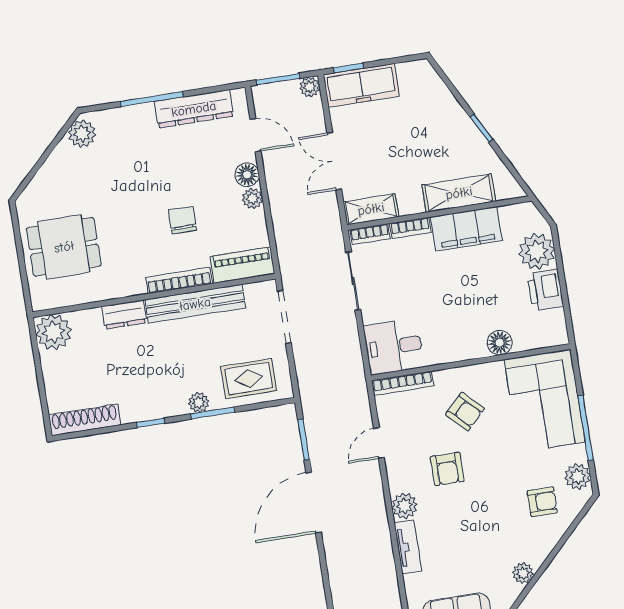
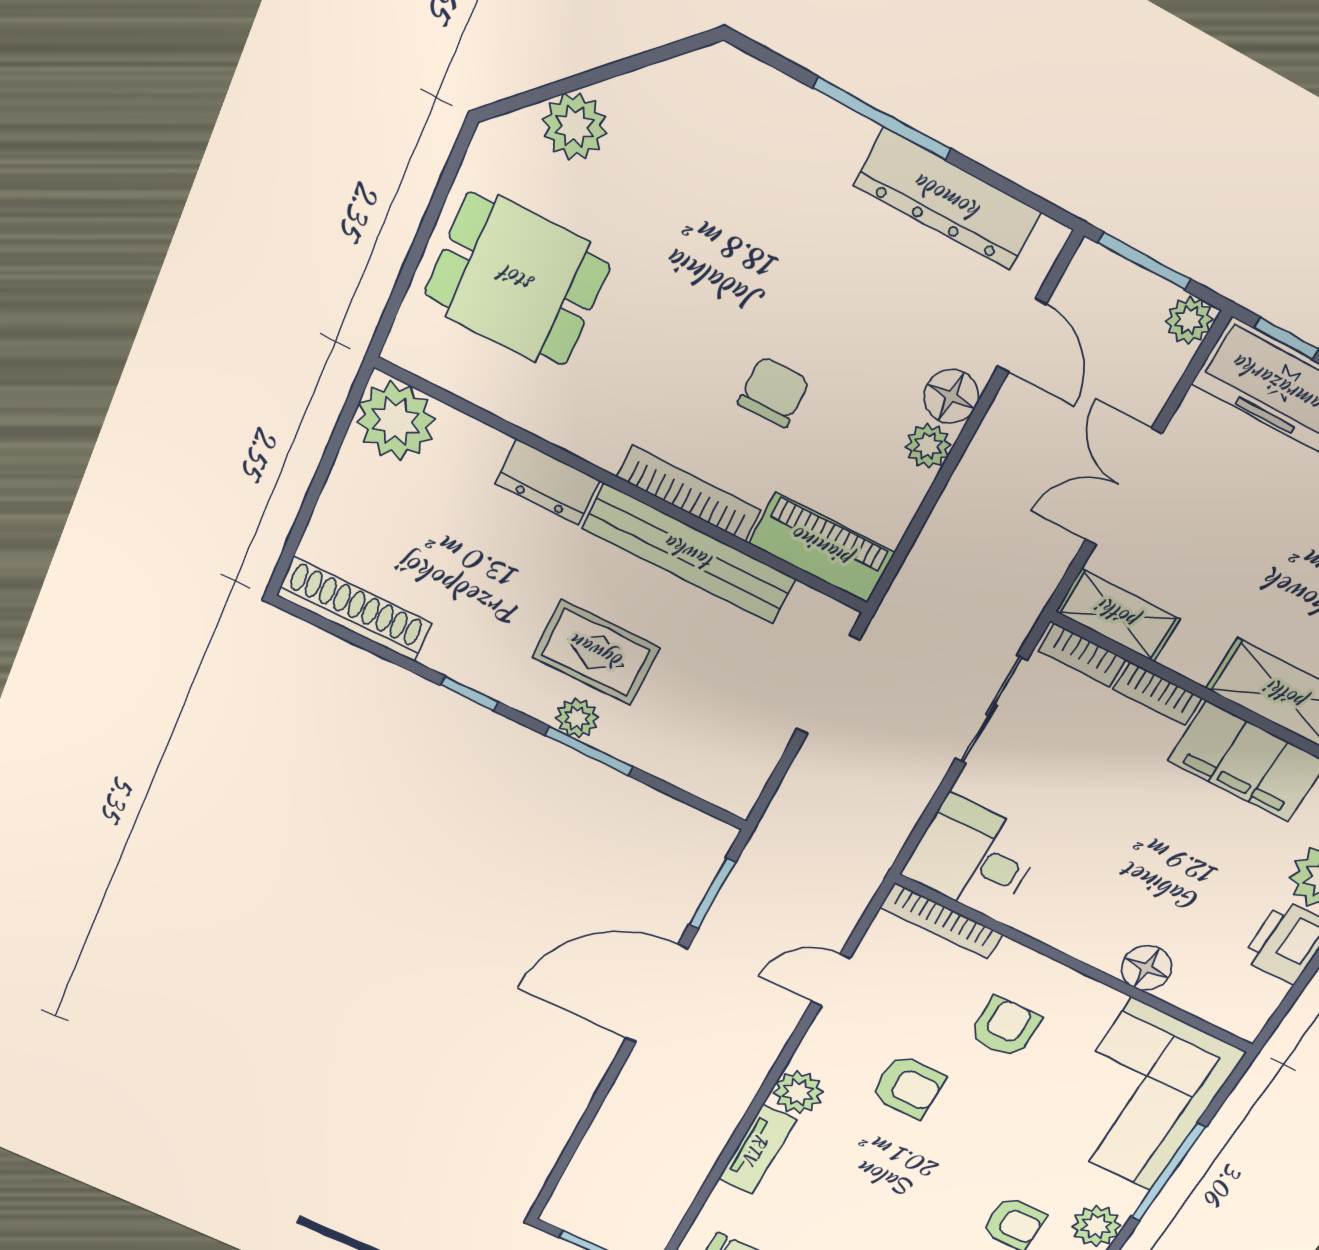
plant: (82, 134) -> (575, 126), moved
rug: (249, 379) -> (596, 652), moved
armchair: (465, 412) -> (1005, 1027), turned -135
armchair: (447, 469) -> (908, 1087), turned -90

